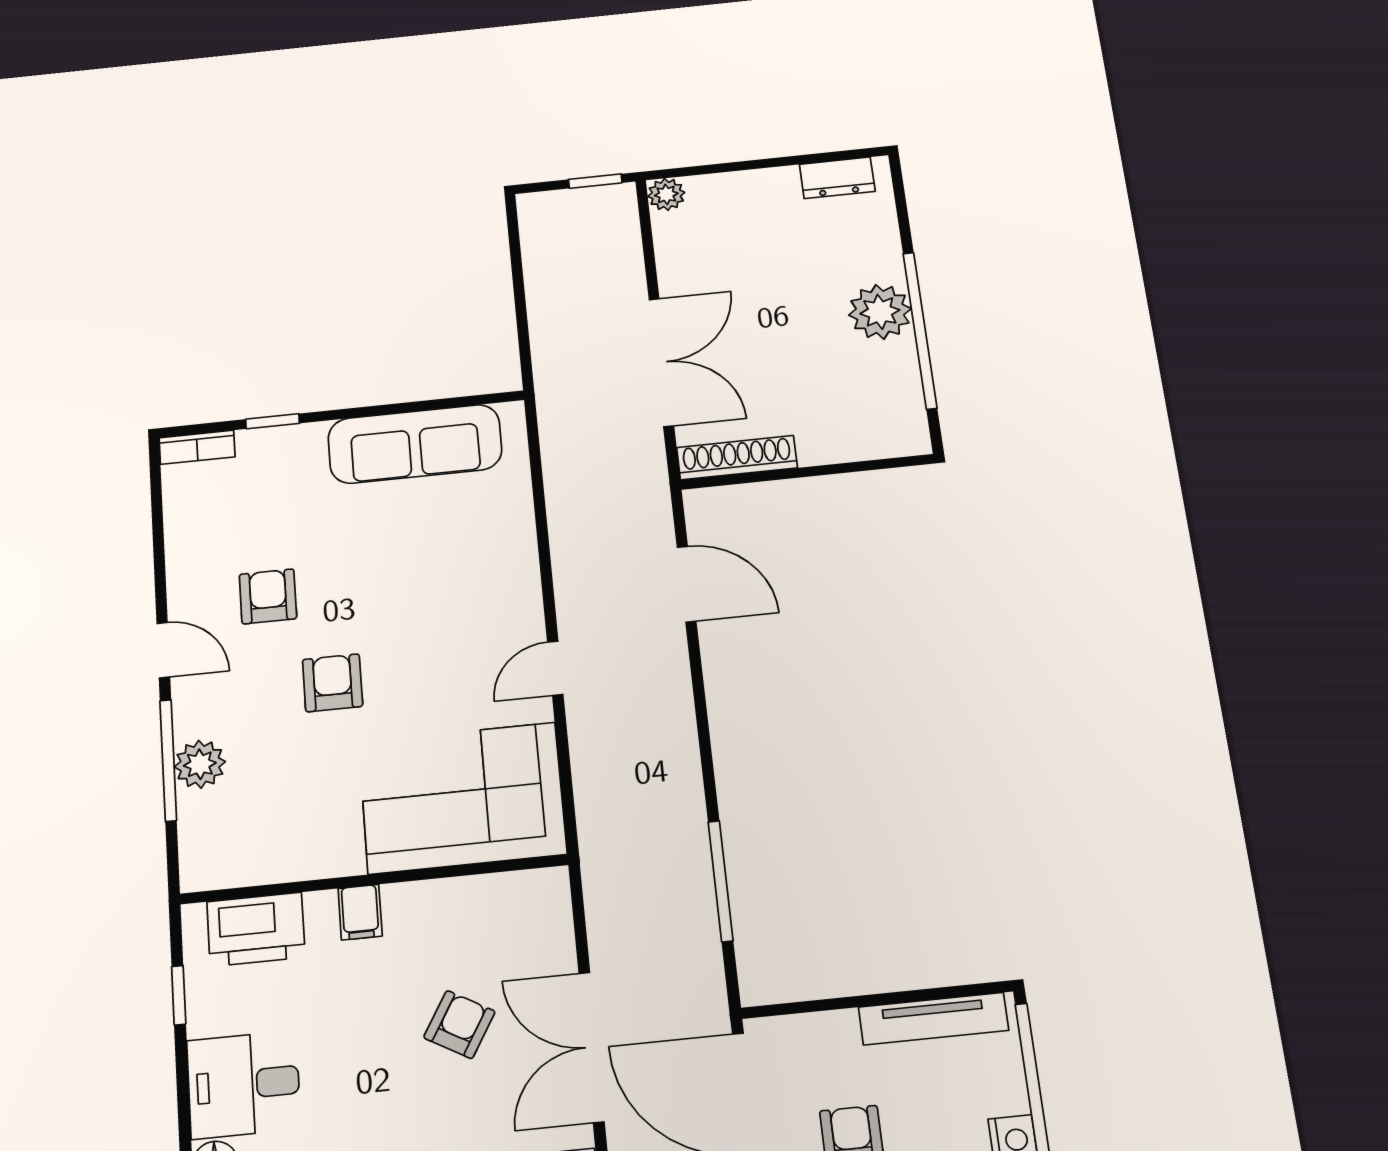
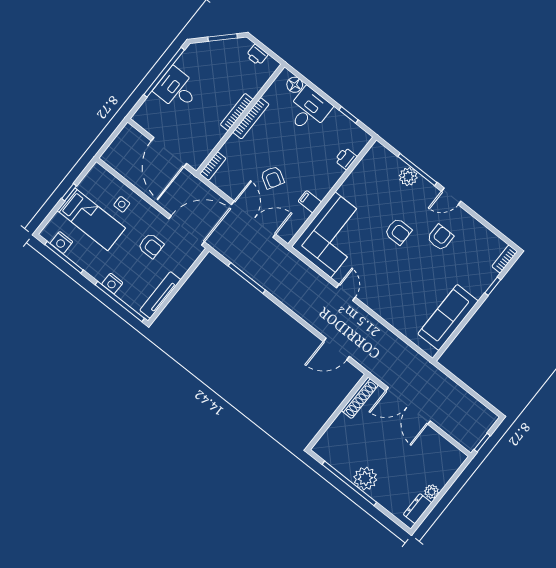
plant: (666, 194) -> (432, 492), moved
armchair: (268, 596) -> (440, 238), turned -90
filing cabinet: (360, 912) -> (310, 202), moved
printer: (256, 929) -> (346, 159), width x0.53, depth x0.68
double door: (592, 1047) -> (254, 219), moved

